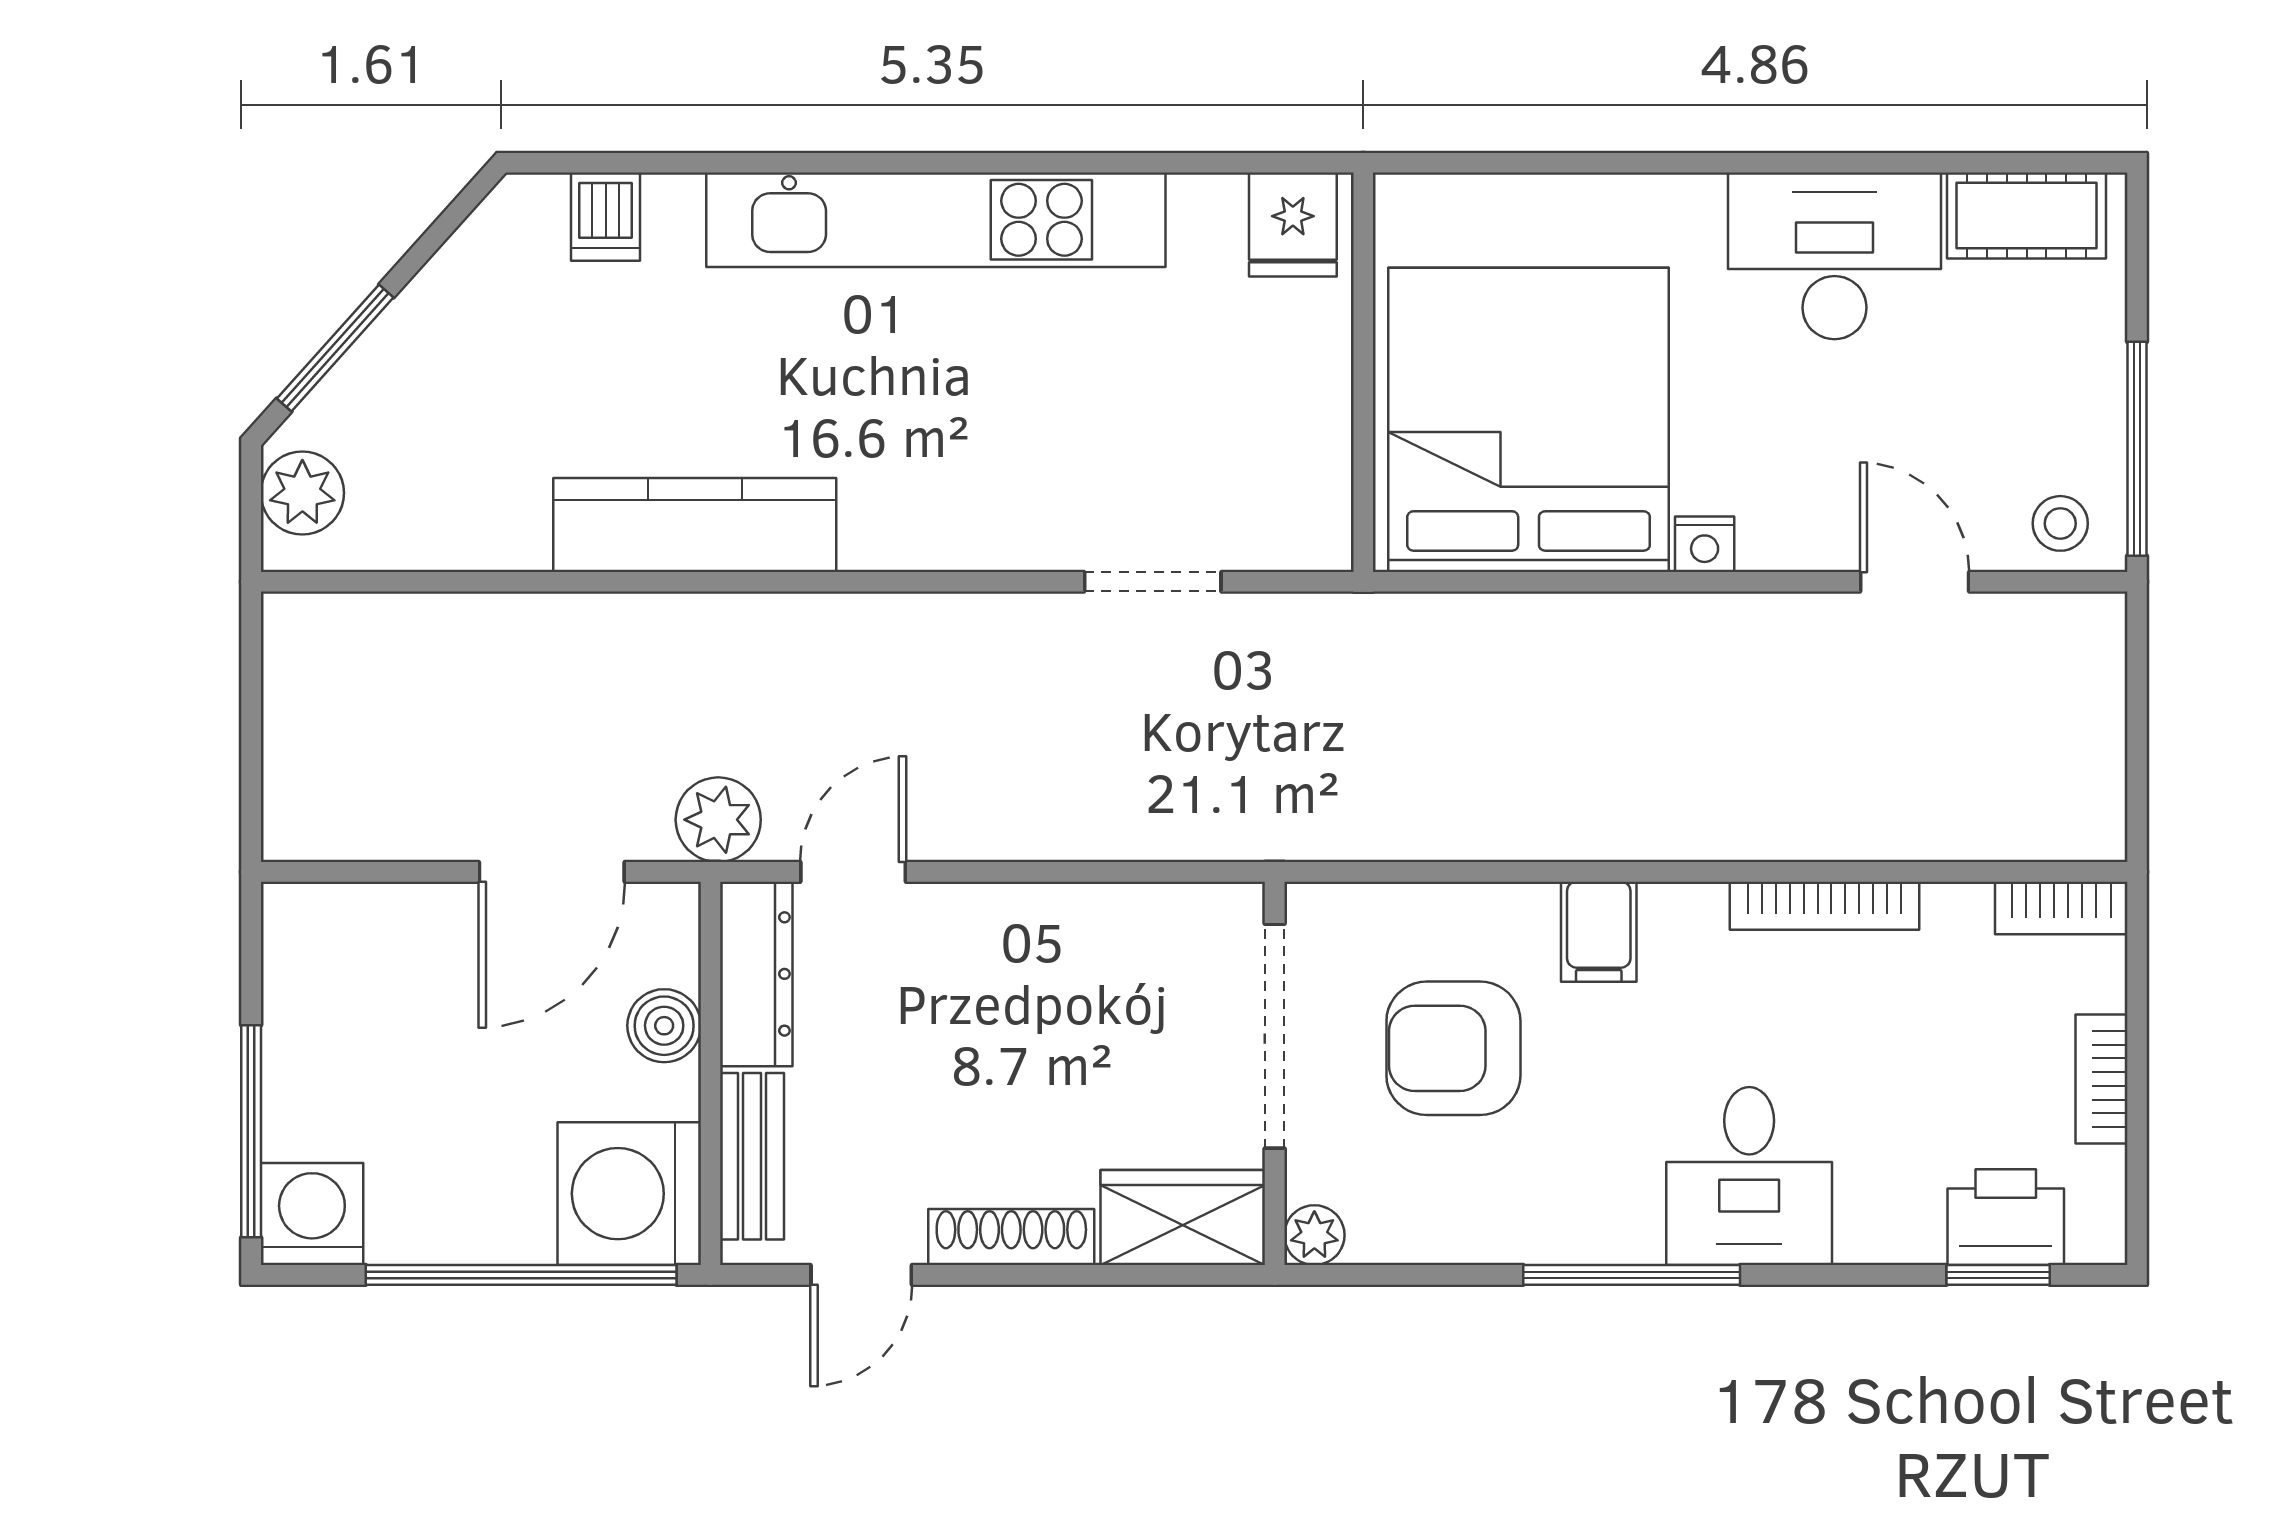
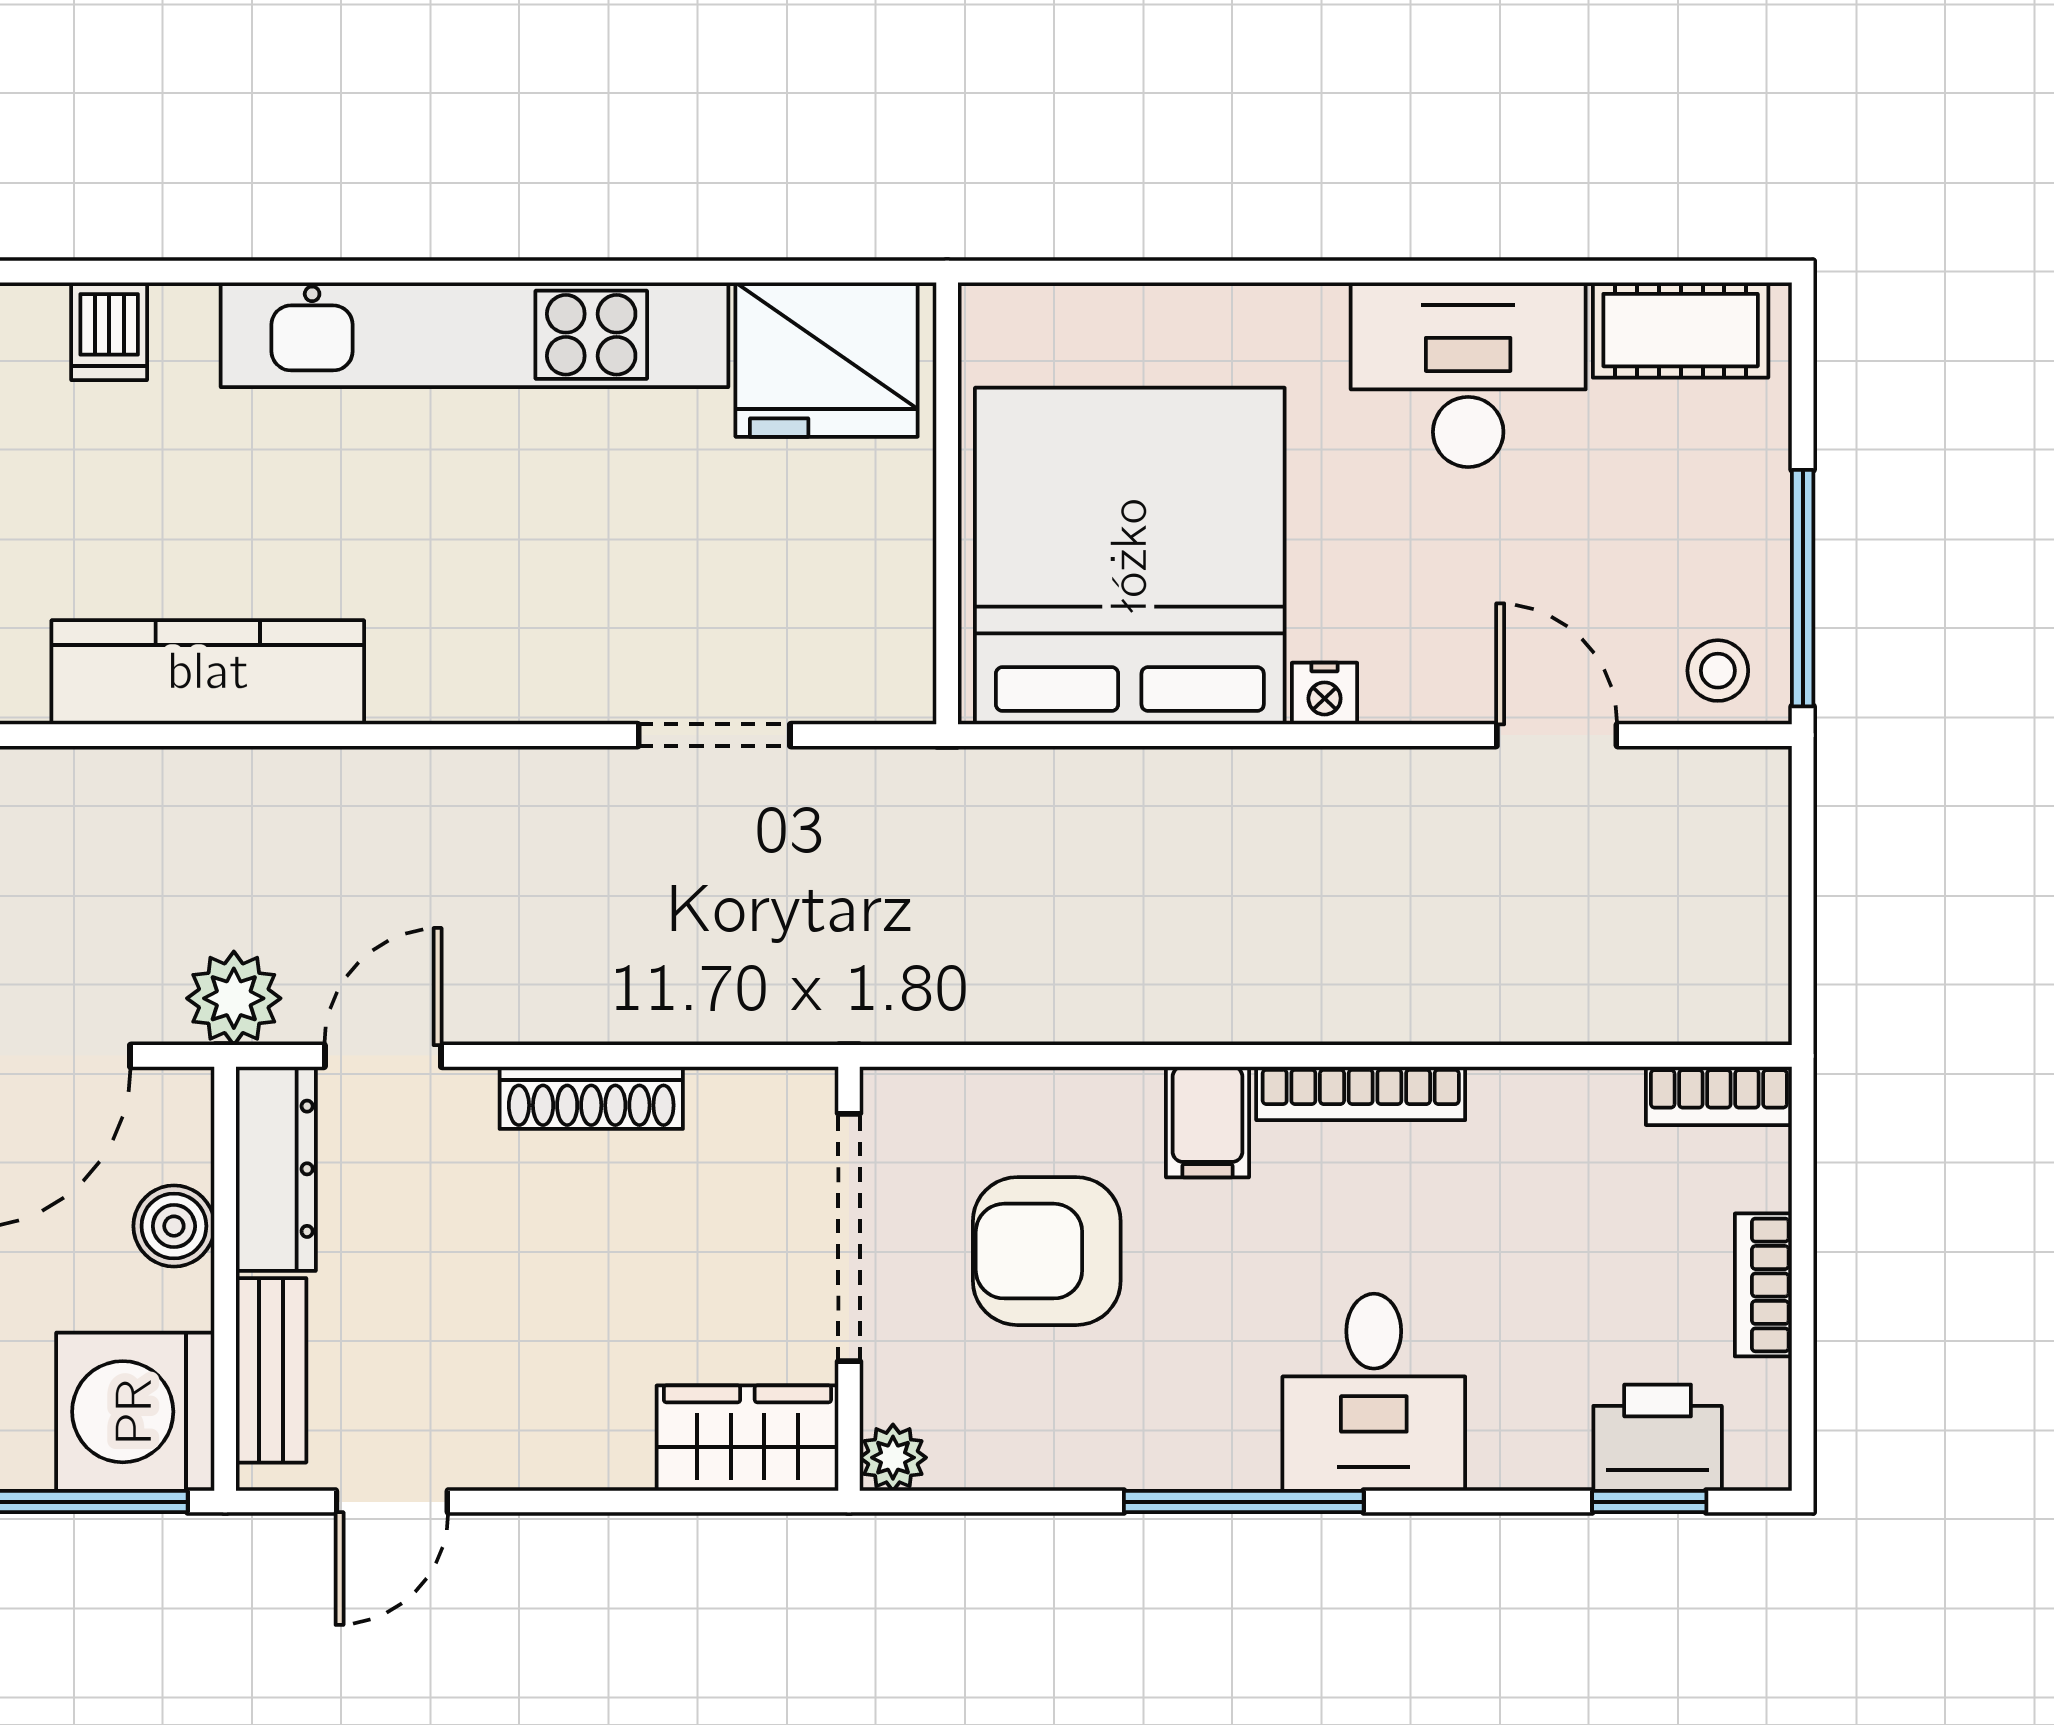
fridge: (1293, 225) -> (827, 360), width x1.88, depth x1.34
bookcase: (1825, 906) -> (1361, 1093), moved
shoe rack: (1011, 1237) -> (591, 1098), moved, turned 180

